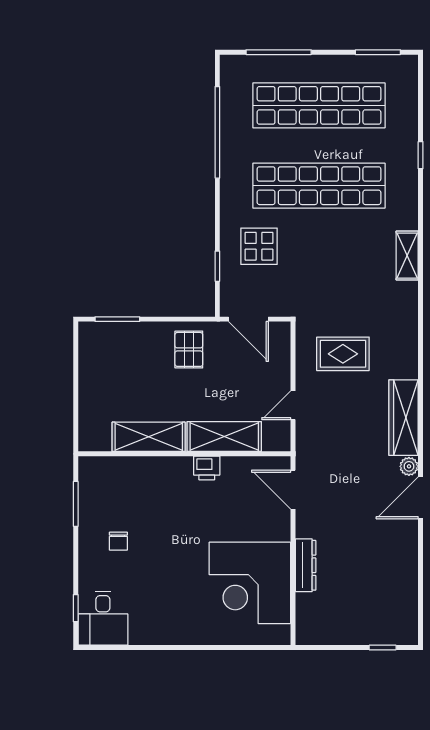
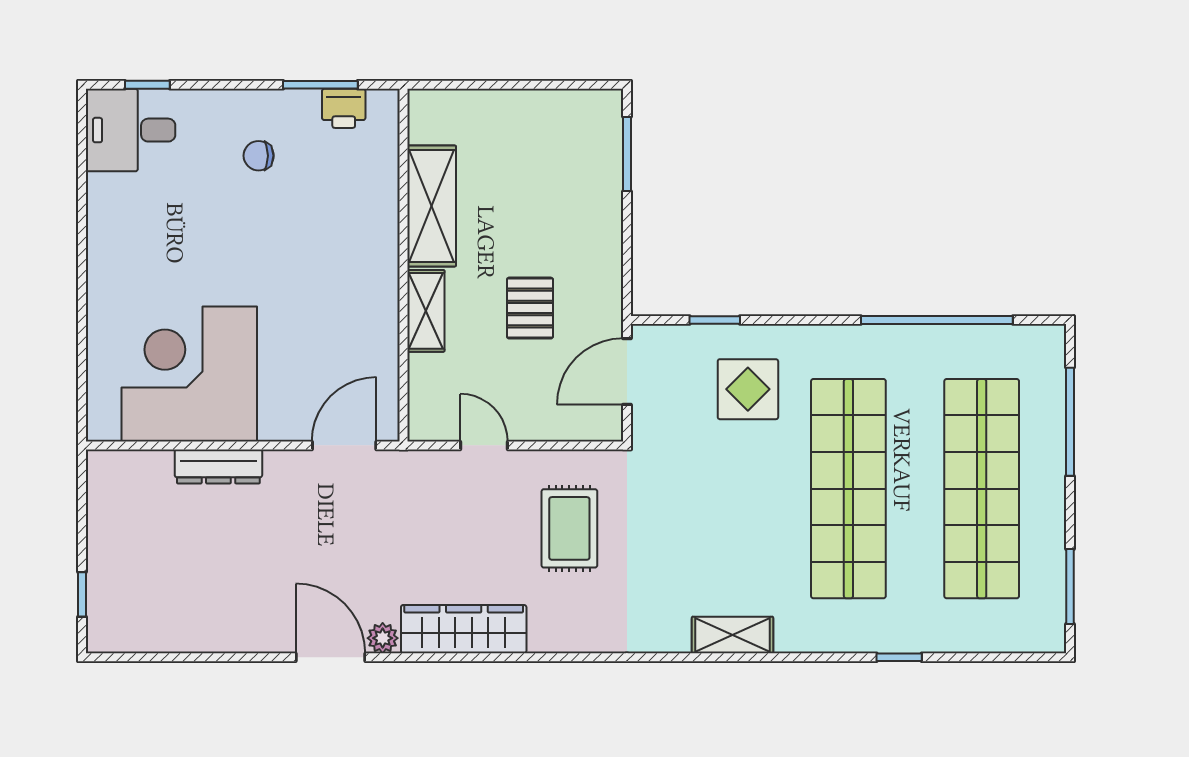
pallet: (189, 349) -> (530, 308), moved, turned 90
shelving: (224, 437) -> (426, 311), width x0.67, depth x0.75
printer: (207, 468) -> (344, 108), moved, turned -90

